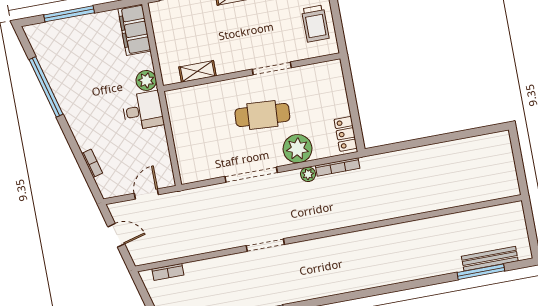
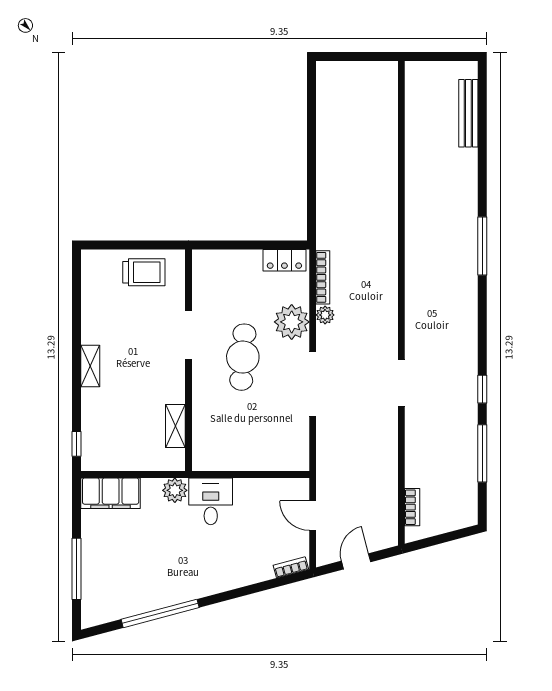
bookcase: (92, 163) -> (291, 567), moved
window: (481, 272) -> (482, 246), moved

